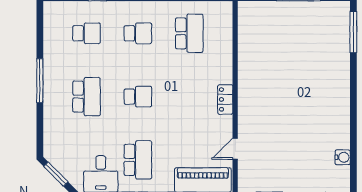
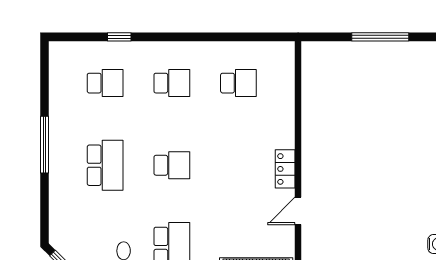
school desk: (189, 33) -> (238, 83), width x0.54
door: (235, 149) -> (298, 211), moved

